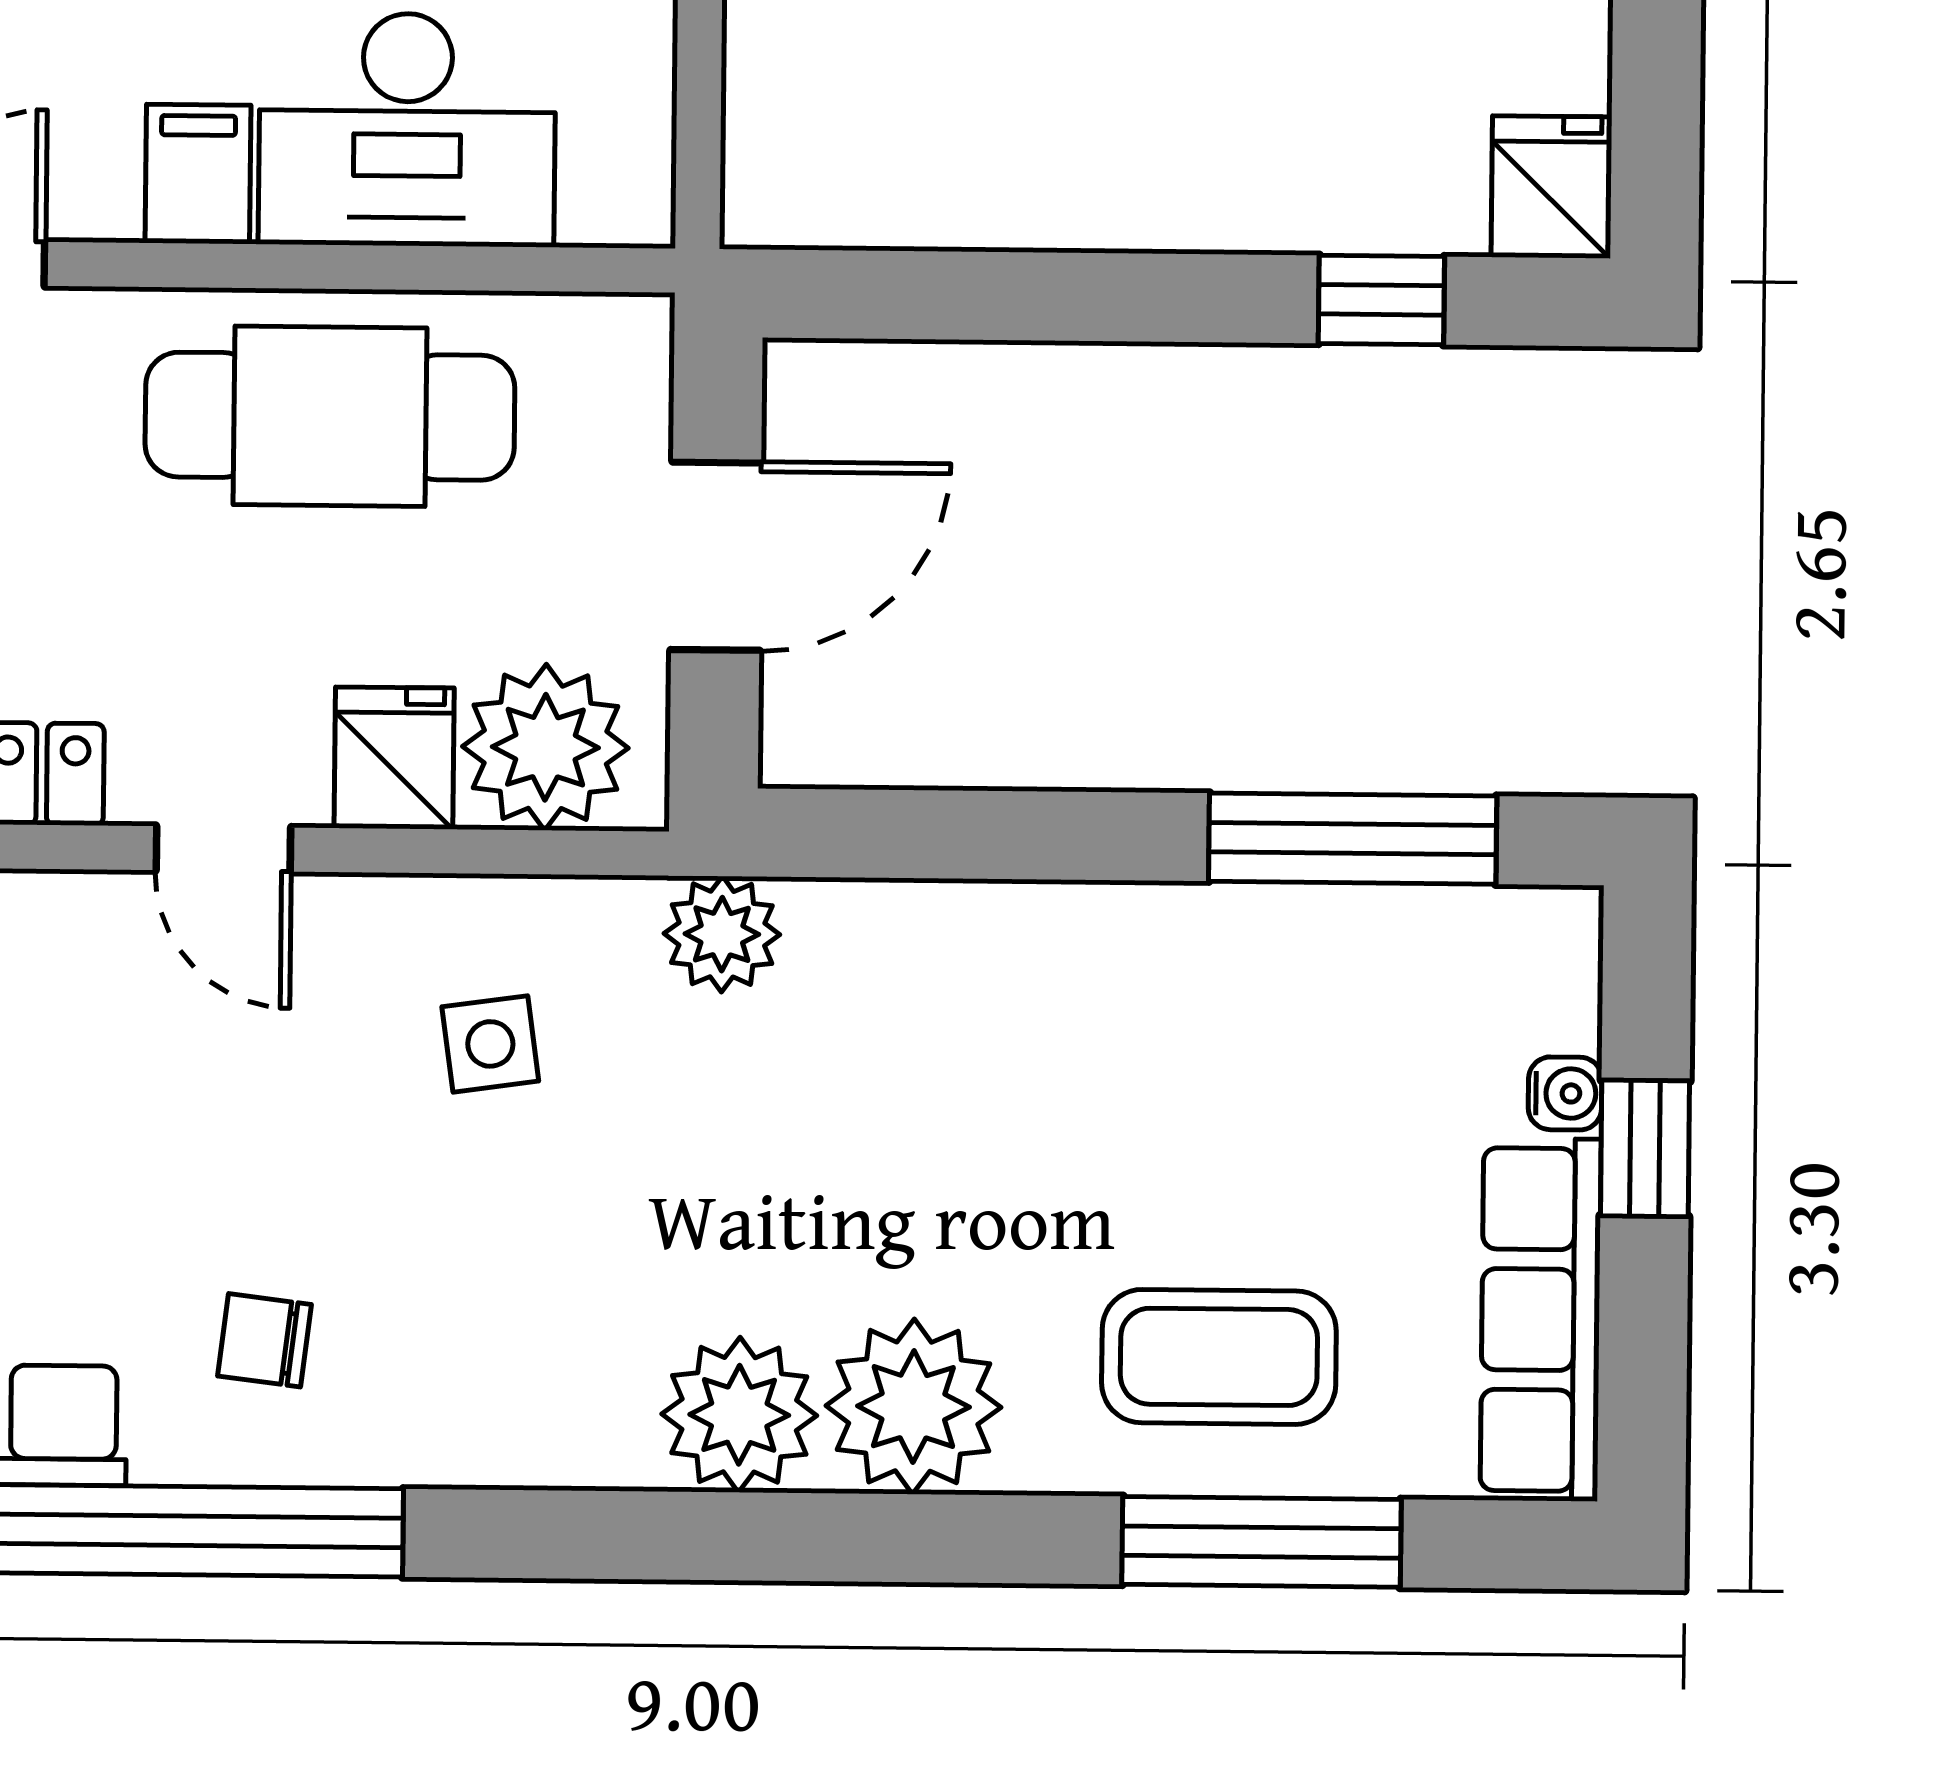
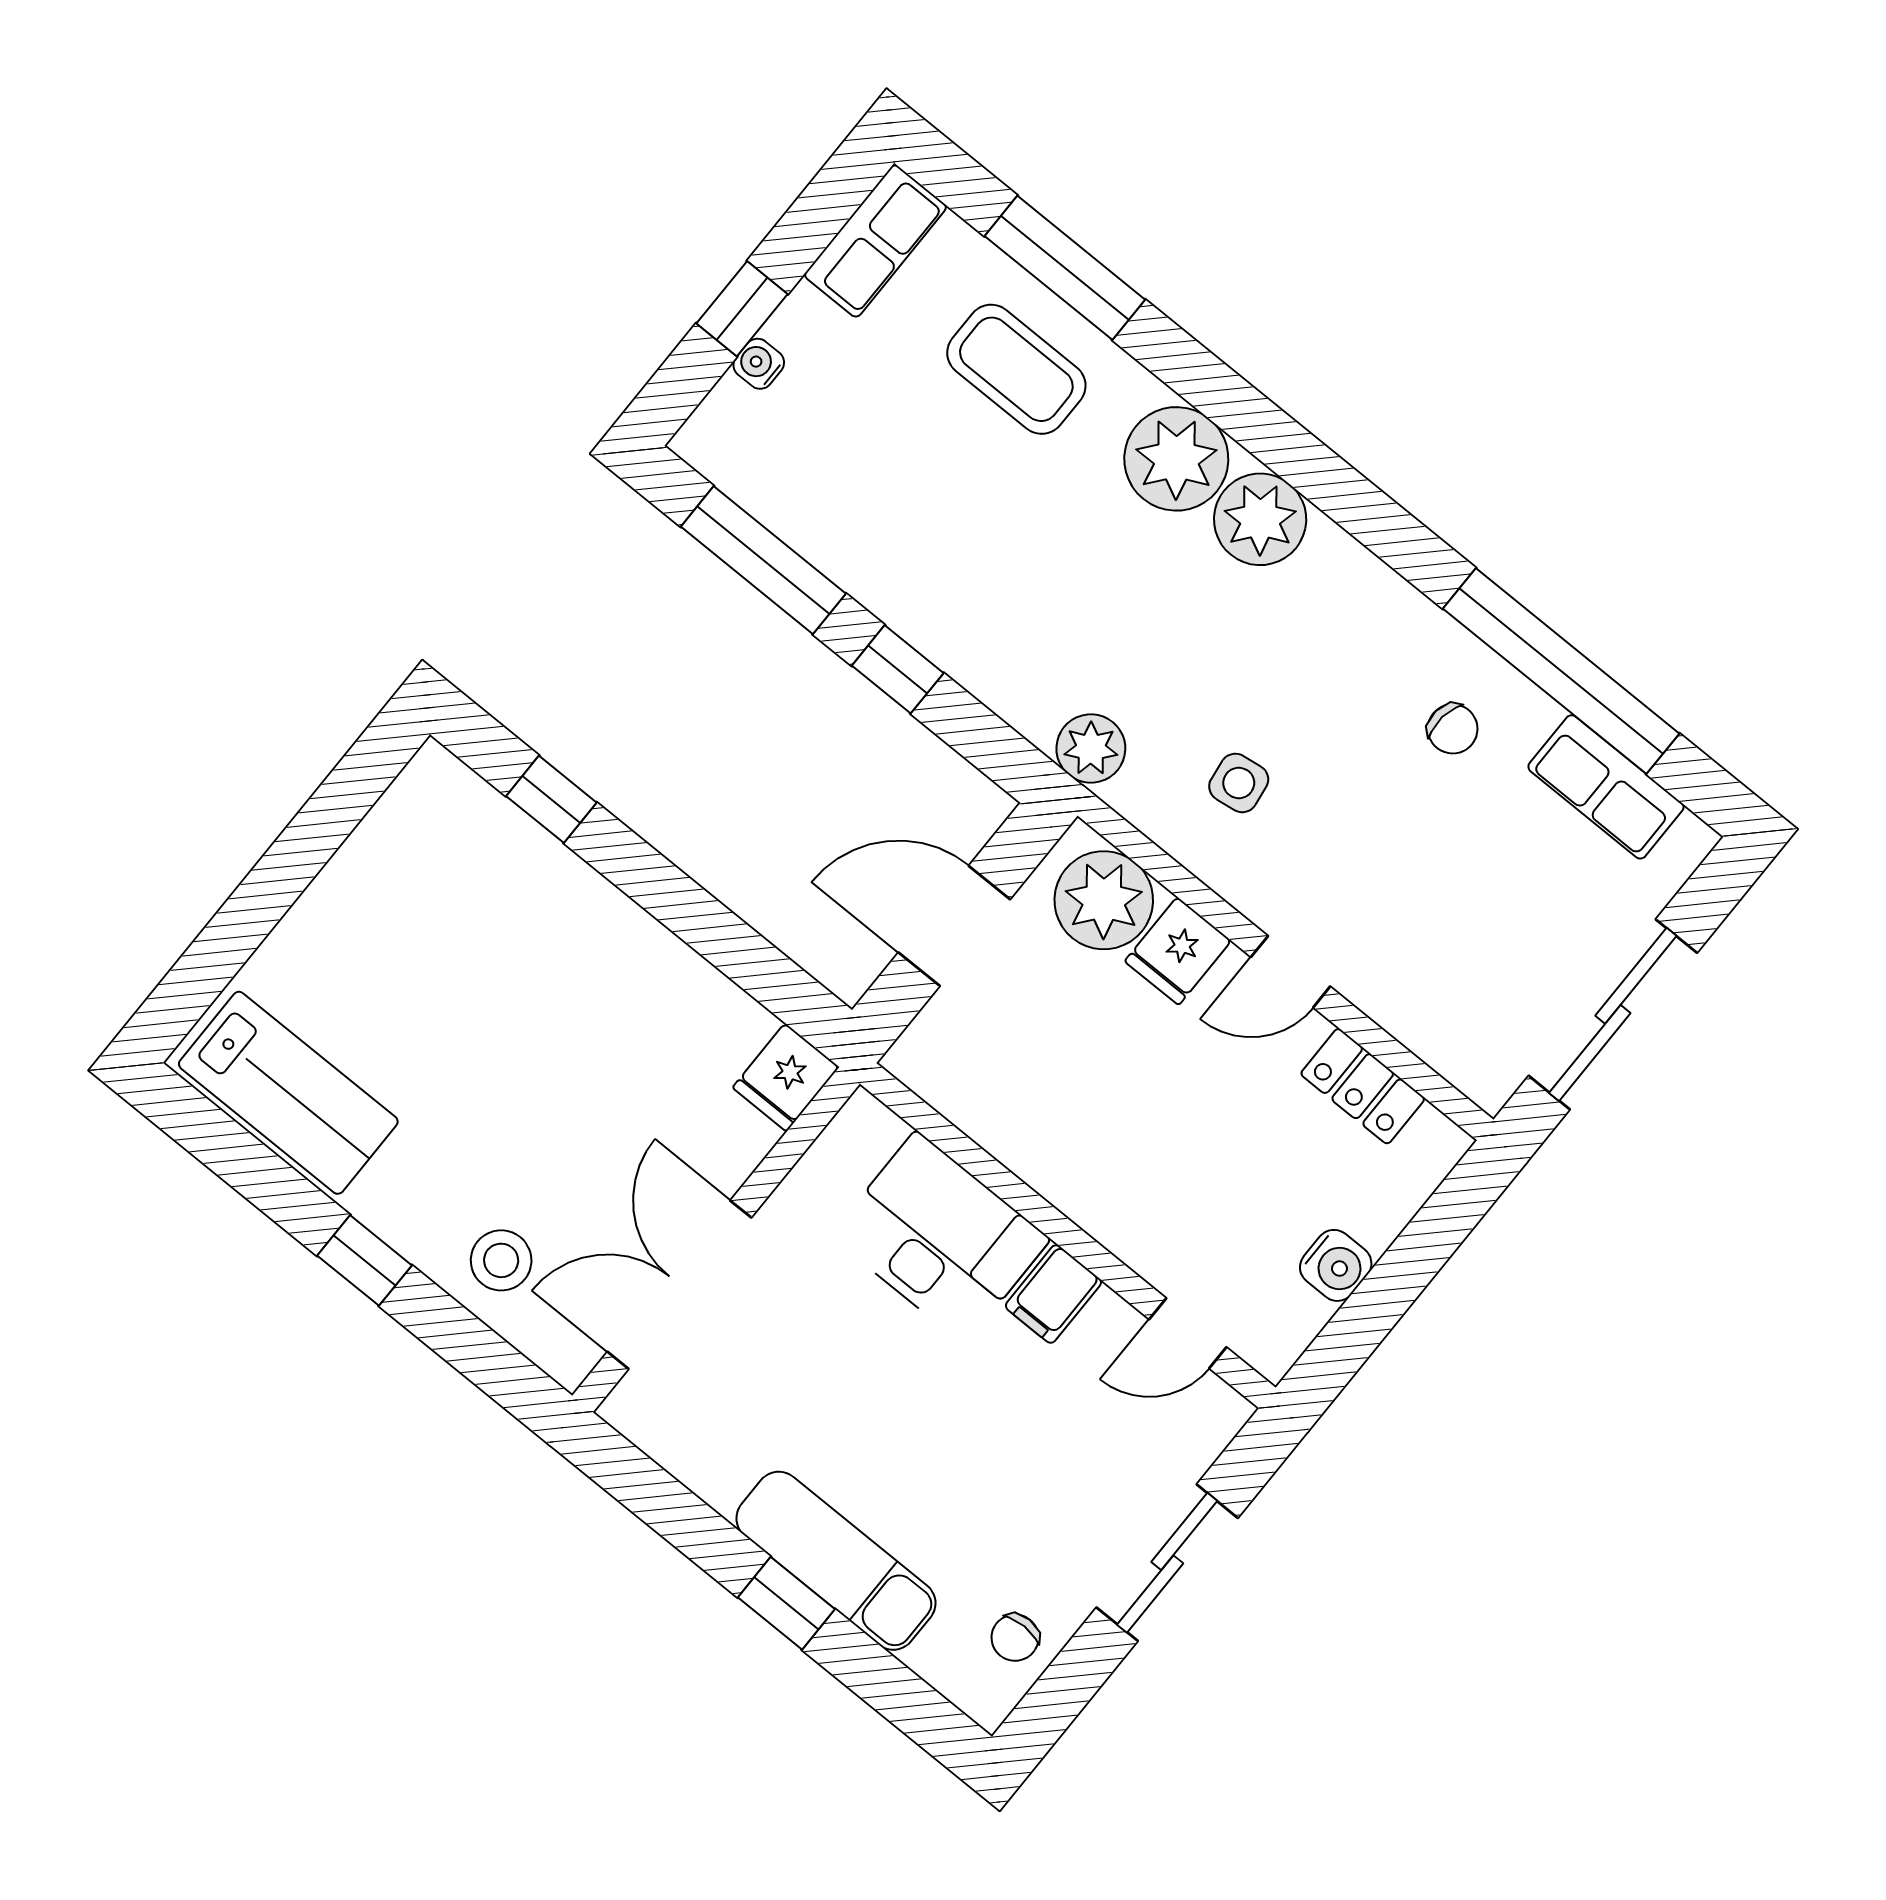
fridge: (1551, 187) -> (786, 1077), moved
cafe table: (330, 416) -> (1082, 1133), removed
window: (1060, 836) -> (898, 669), added
door: (223, 849) -> (1291, 972), swing flipped
row of seats: (1541, 1320) -> (875, 241), width x0.68

